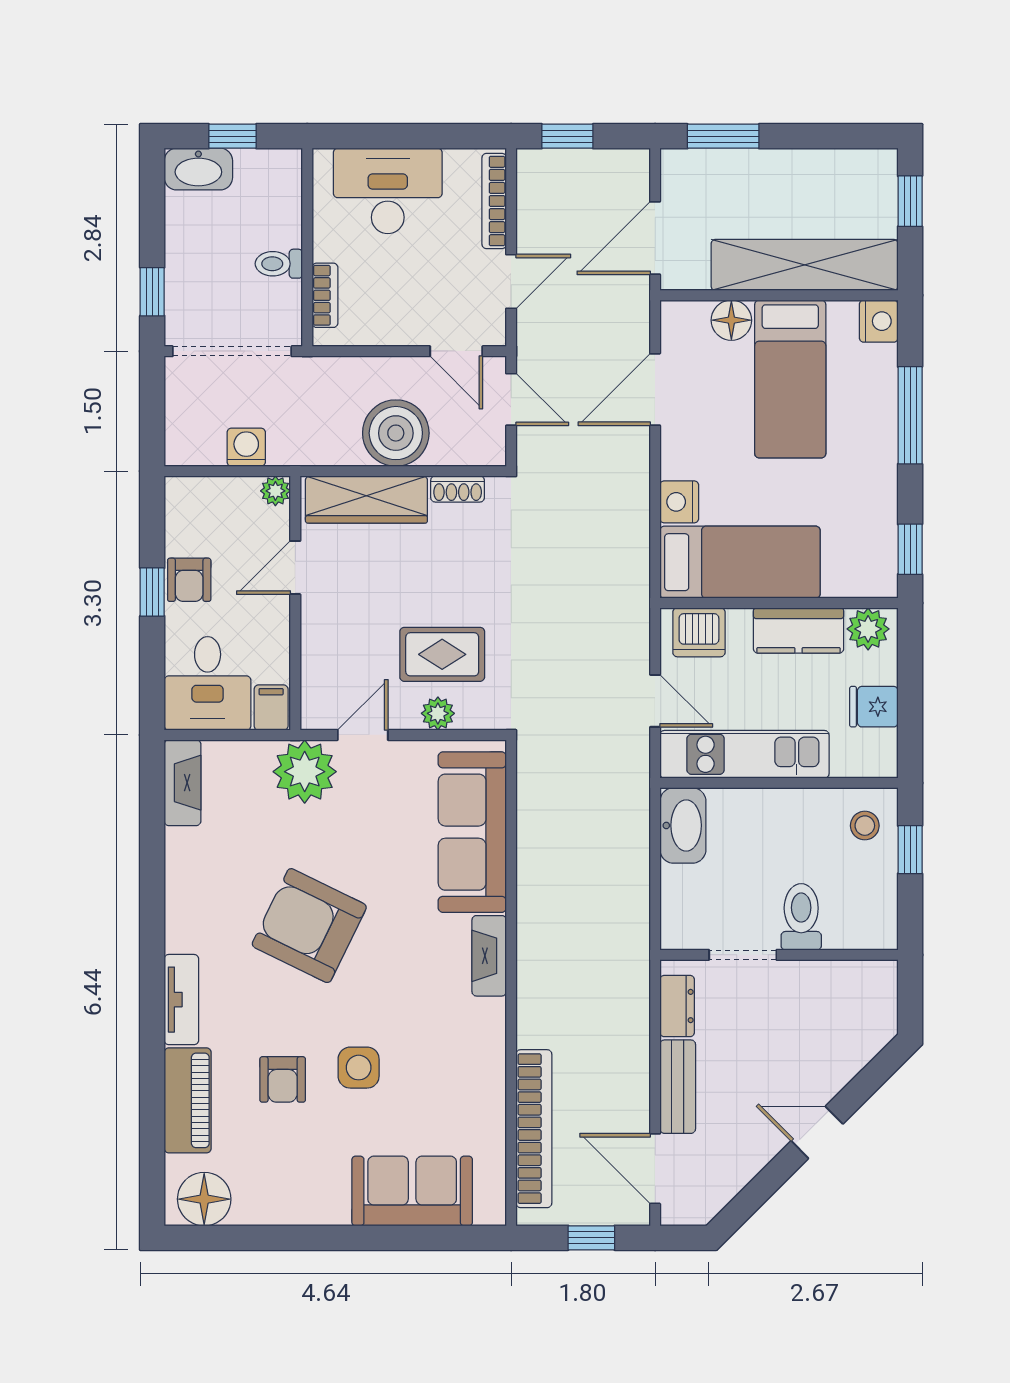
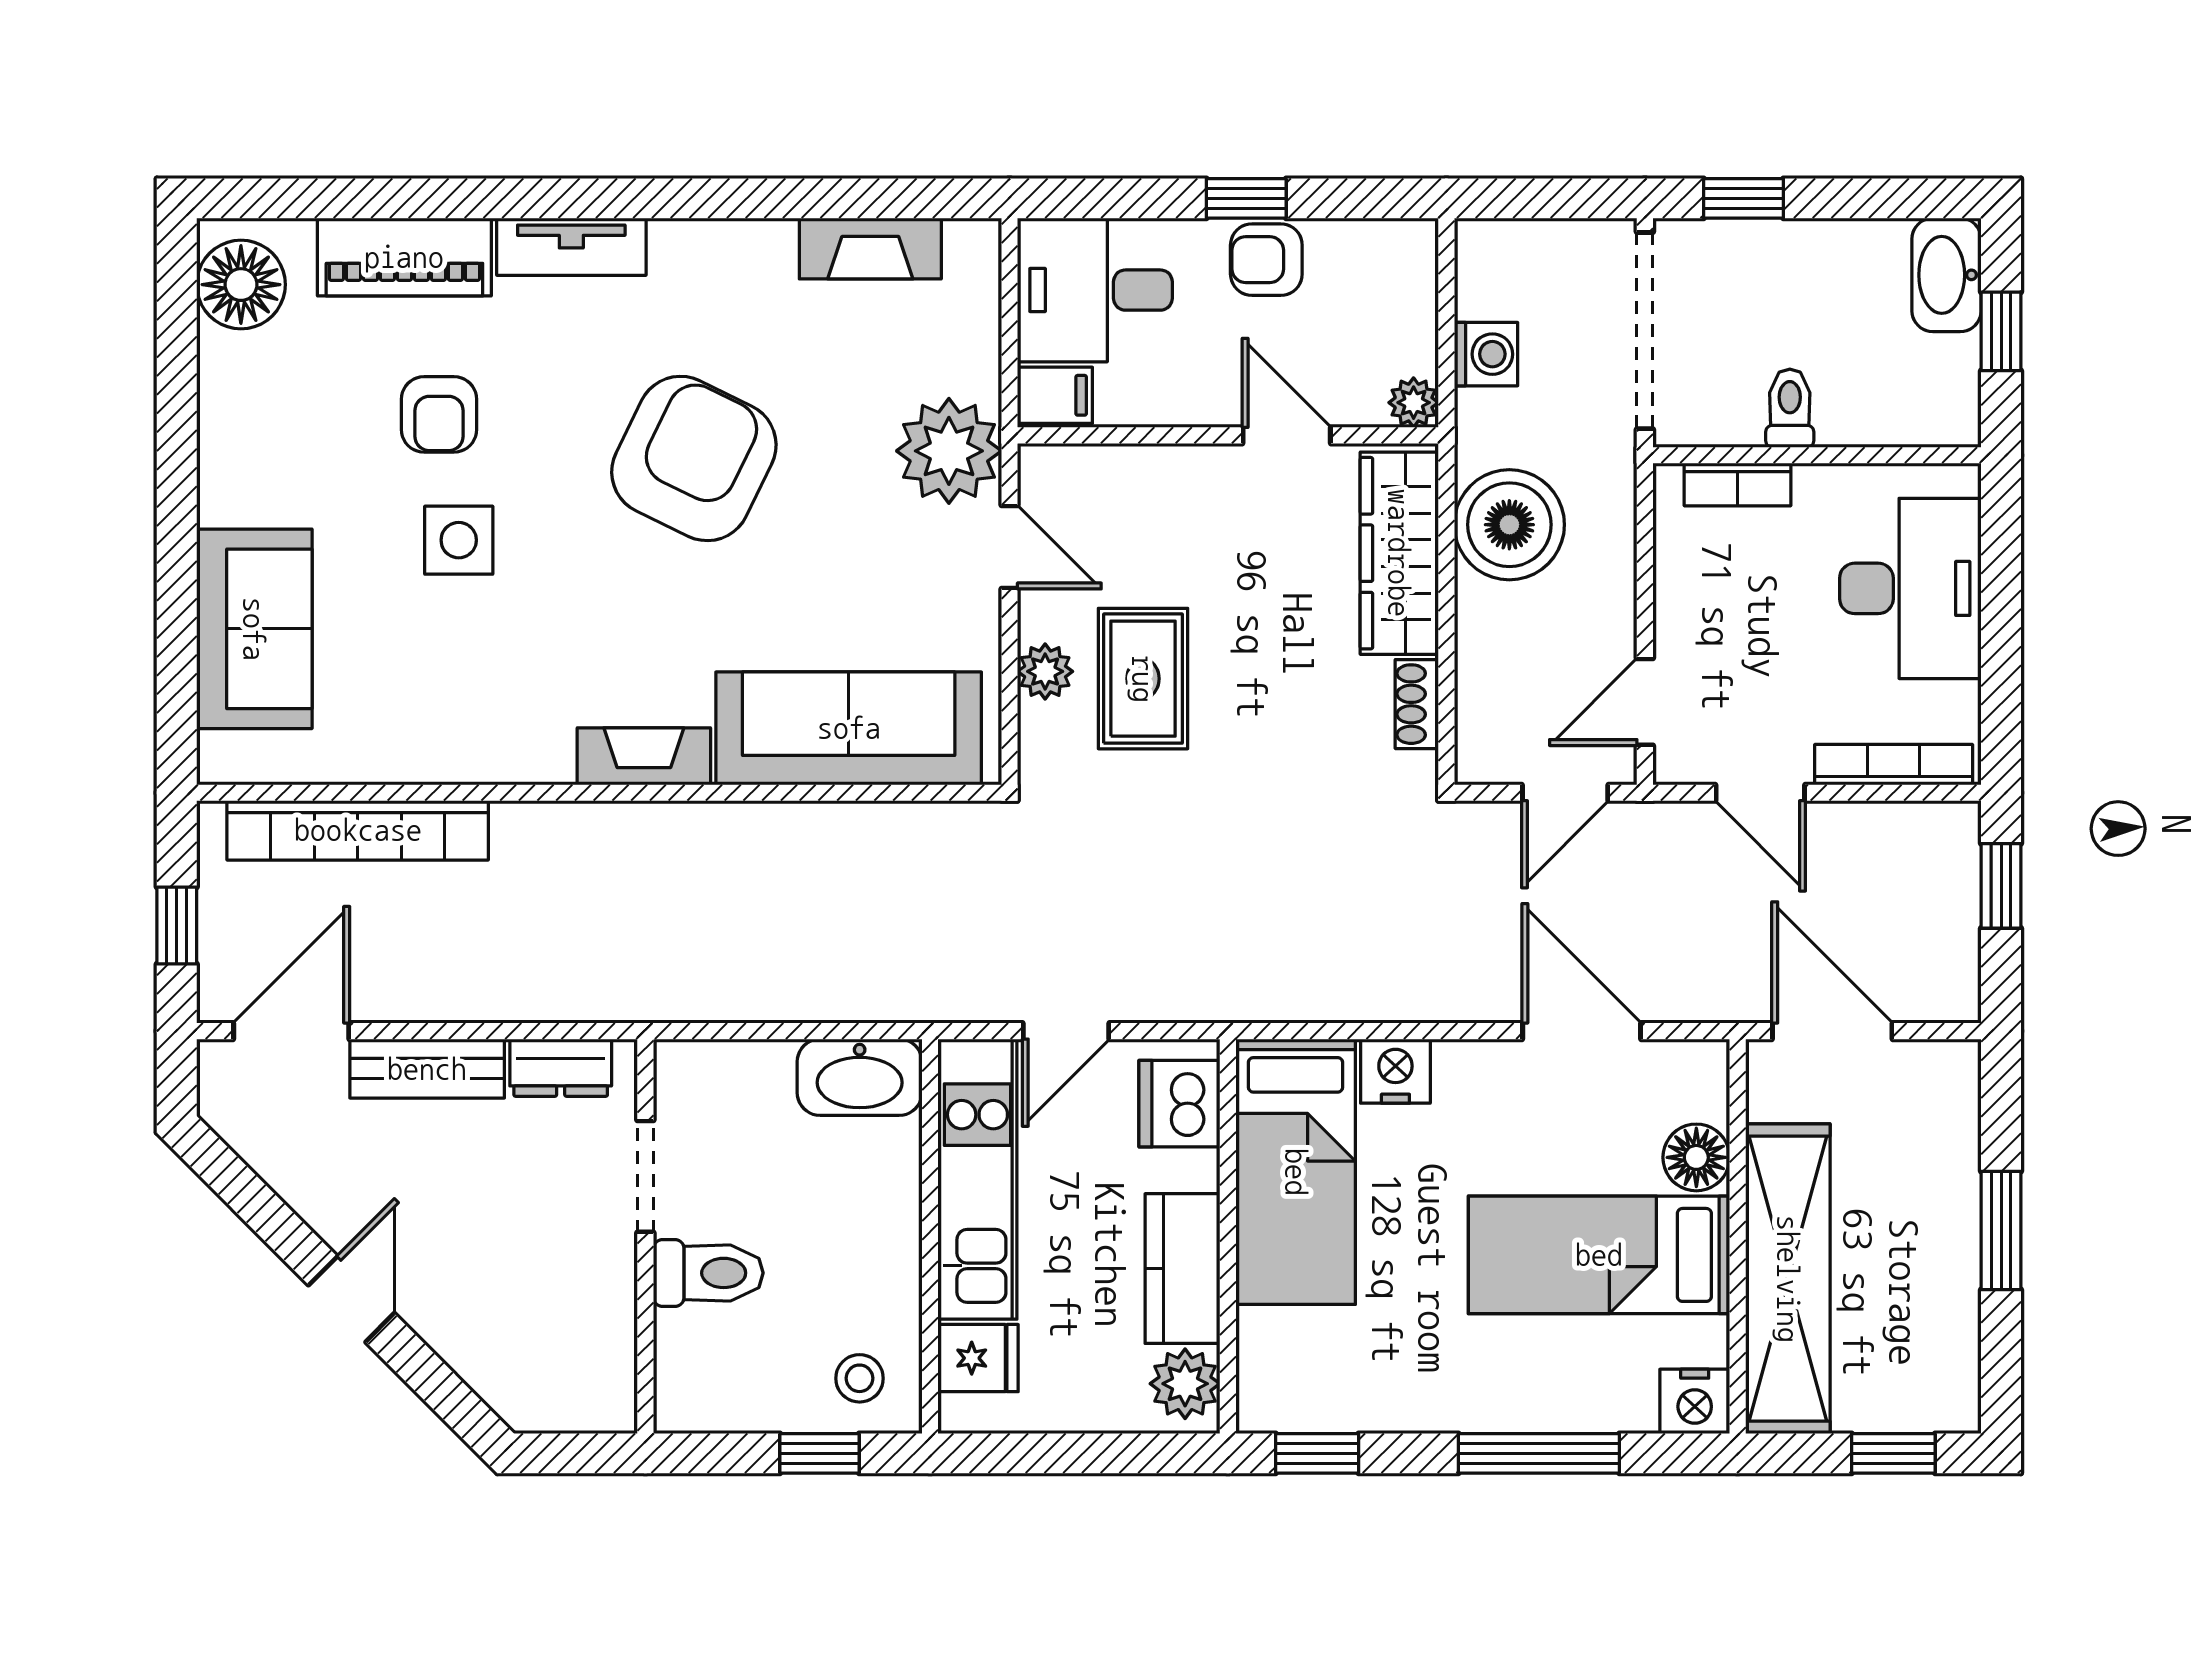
window: (723, 136) -> (2001, 1230), moved
boiler: (396, 433) -> (1509, 525), moved
fridge: (874, 707) -> (978, 1358), moved, turned 90
fireplace: (182, 783) -> (870, 249), moved
armchair: (283, 1079) -> (439, 414), turned -90

